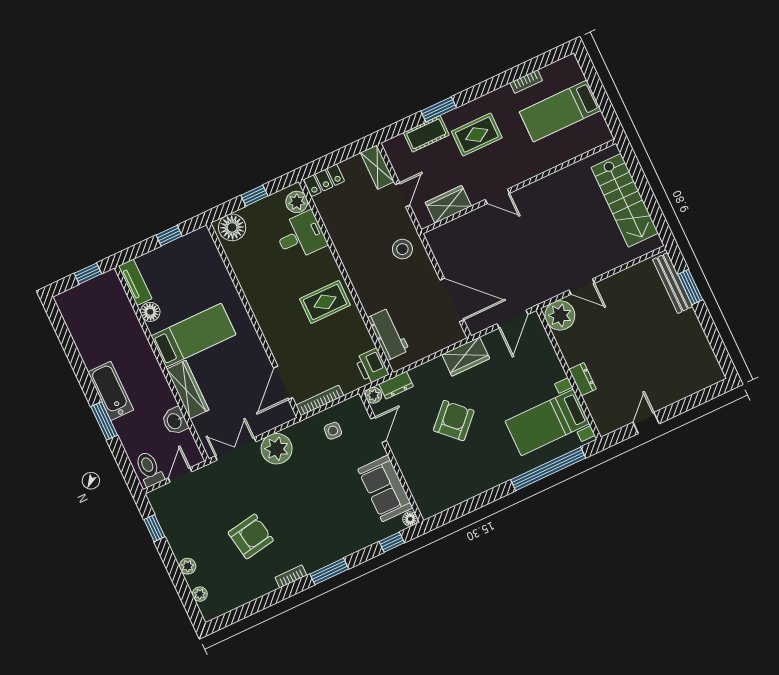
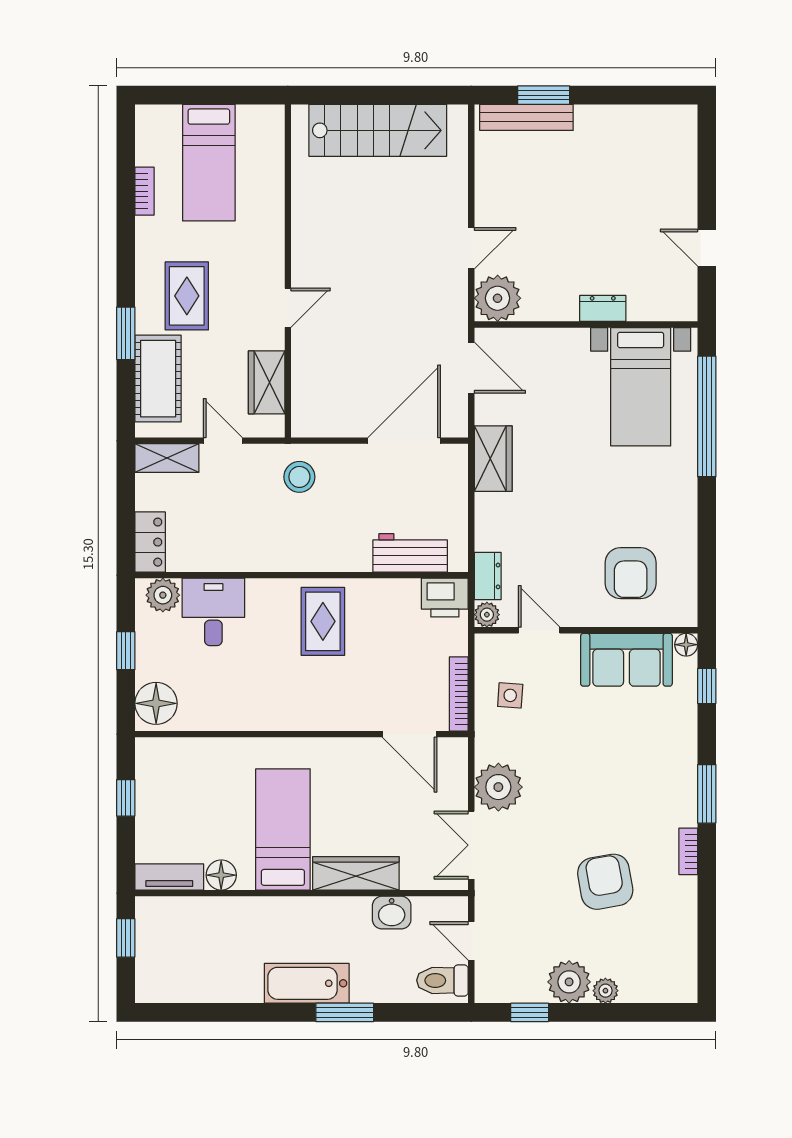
cot: (426, 134) -> (158, 379), width x1.37, depth x1.34
armchair: (454, 421) -> (631, 573), moved, turned -134
plant: (200, 594) -> (569, 982), moved, width x1.88, depth x1.88

